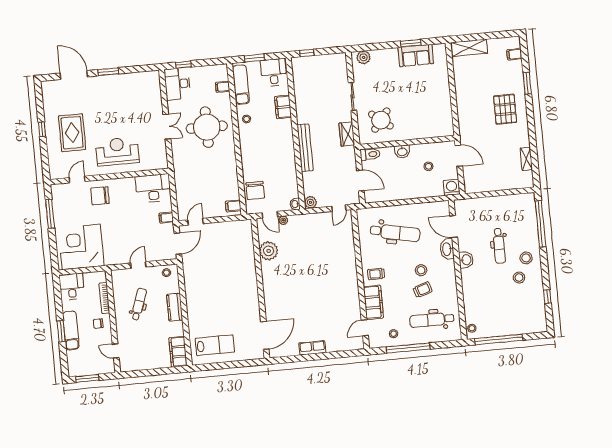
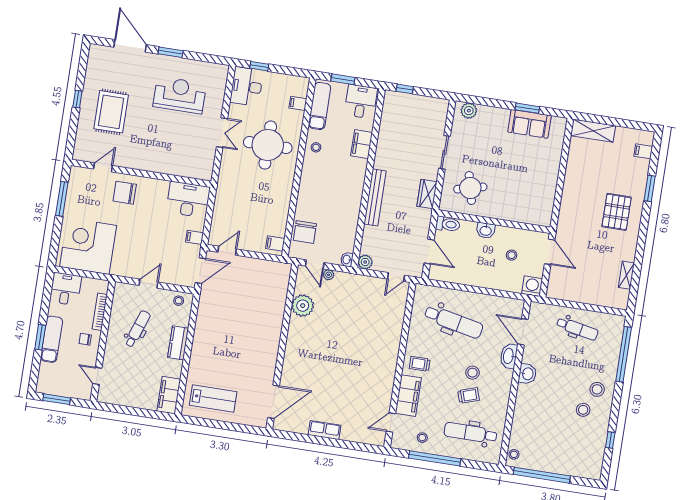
round table: (381, 120) -> (470, 188), turned 38
reception desk: (117, 151) -> (180, 95), moved
dental chair: (499, 246) -> (577, 329), moved, turned -79

